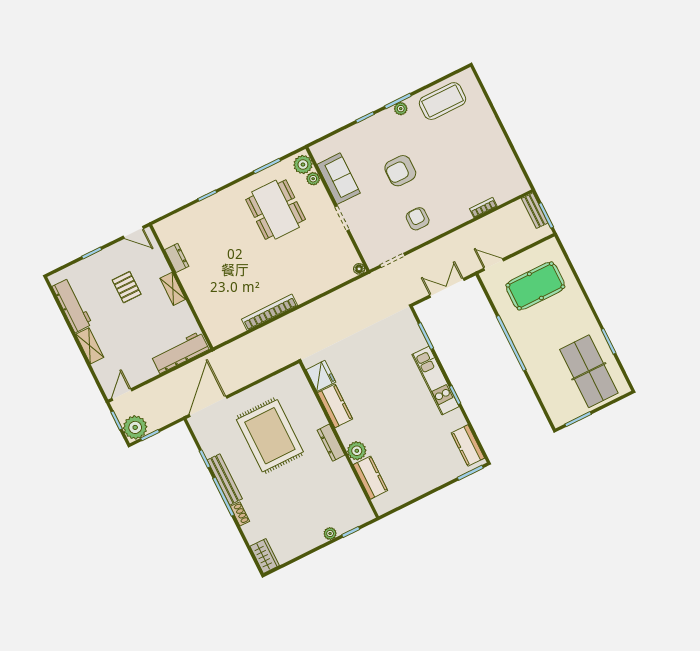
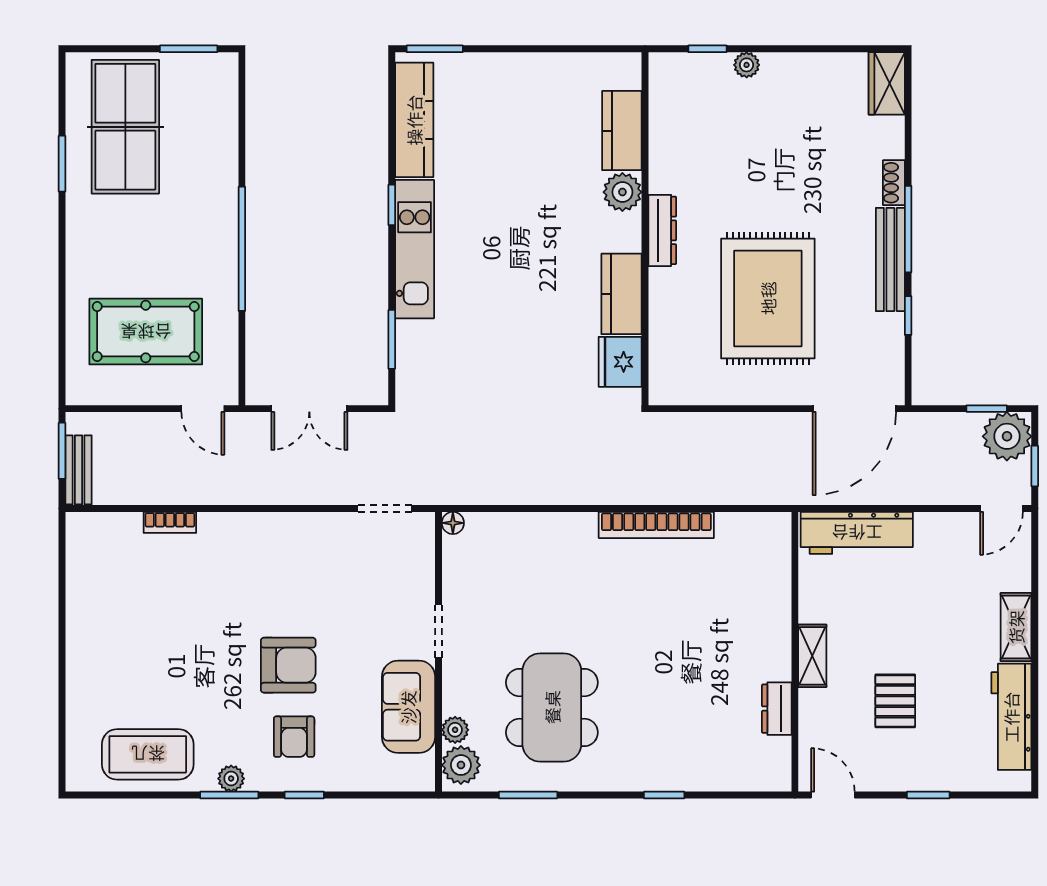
armchair: (418, 219) -> (294, 737), moved
kitchen counter: (468, 445) -> (414, 120), width x1.50

